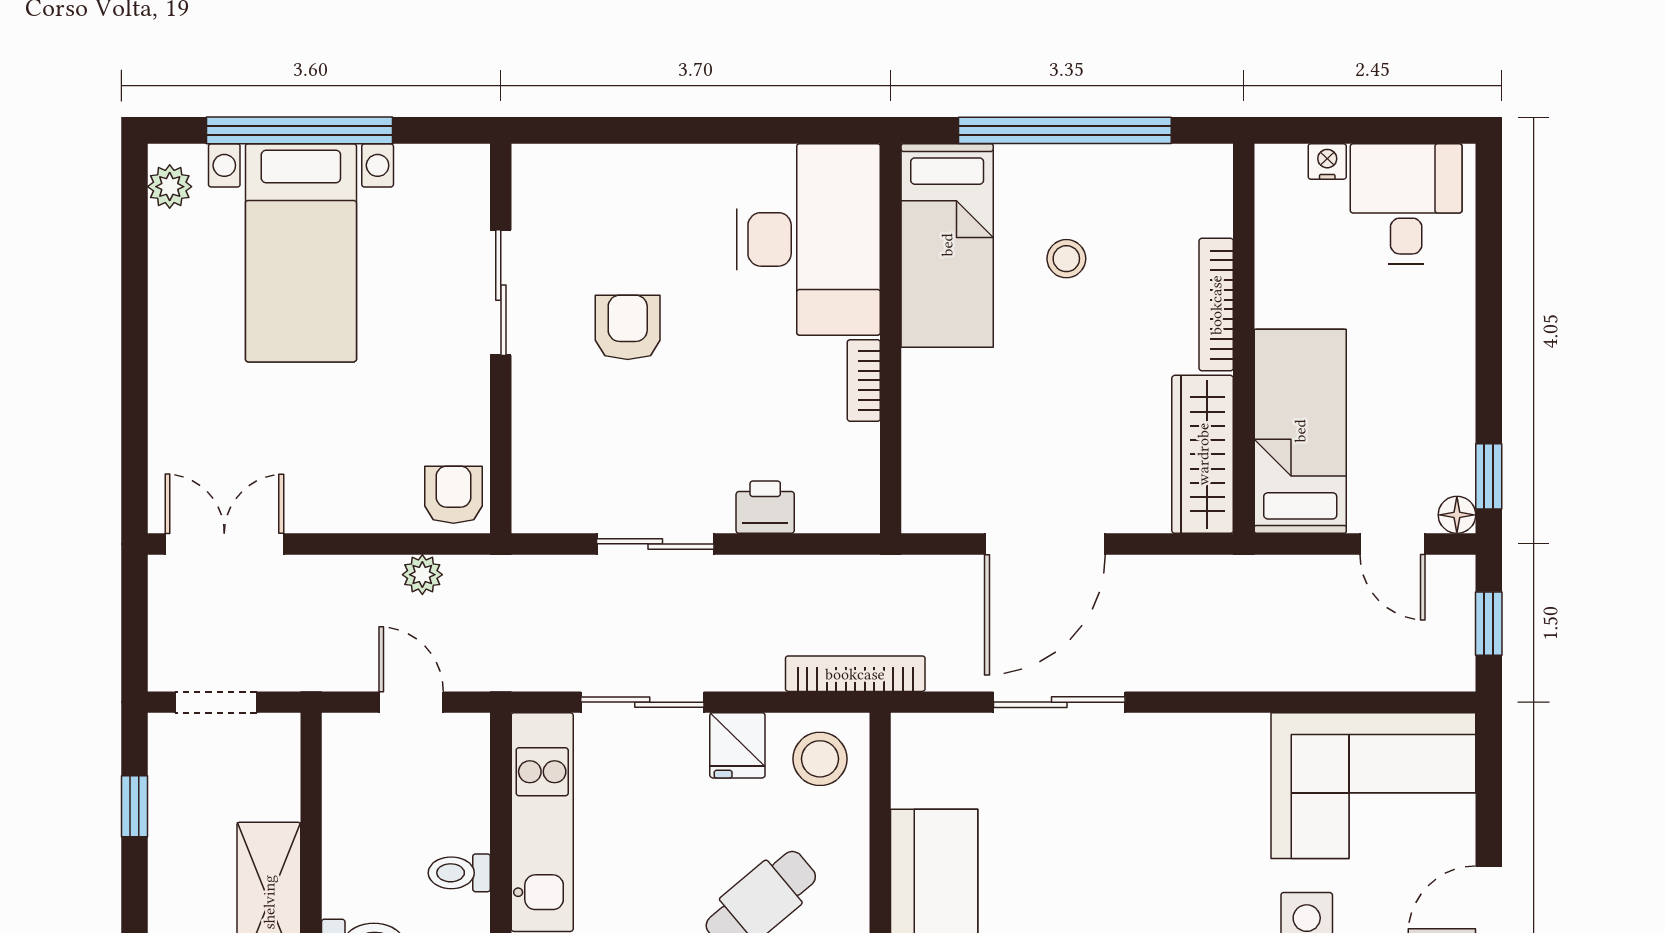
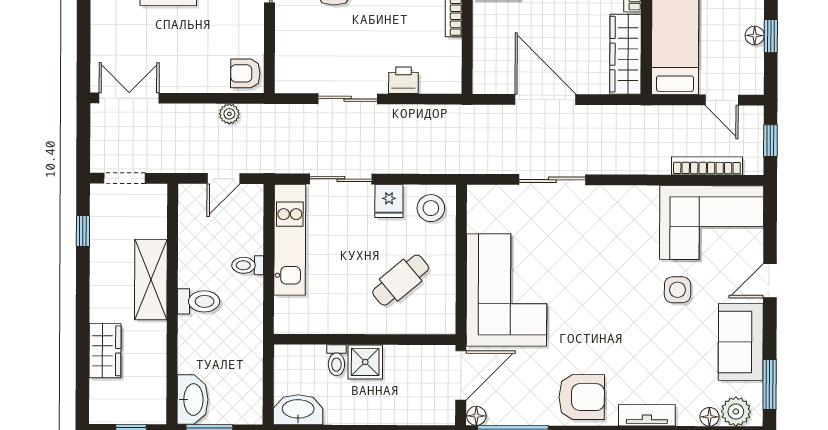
window: (1489, 476) -> (771, 36), moved
armchair: (454, 495) -> (245, 73), turned -90
floor lamp: (1457, 515) -> (755, 35), moved
door: (1045, 544) -> (545, 99), swing flipped
bookcase: (855, 674) -> (707, 166), moved
door: (411, 702) -> (223, 179), swing flipped

